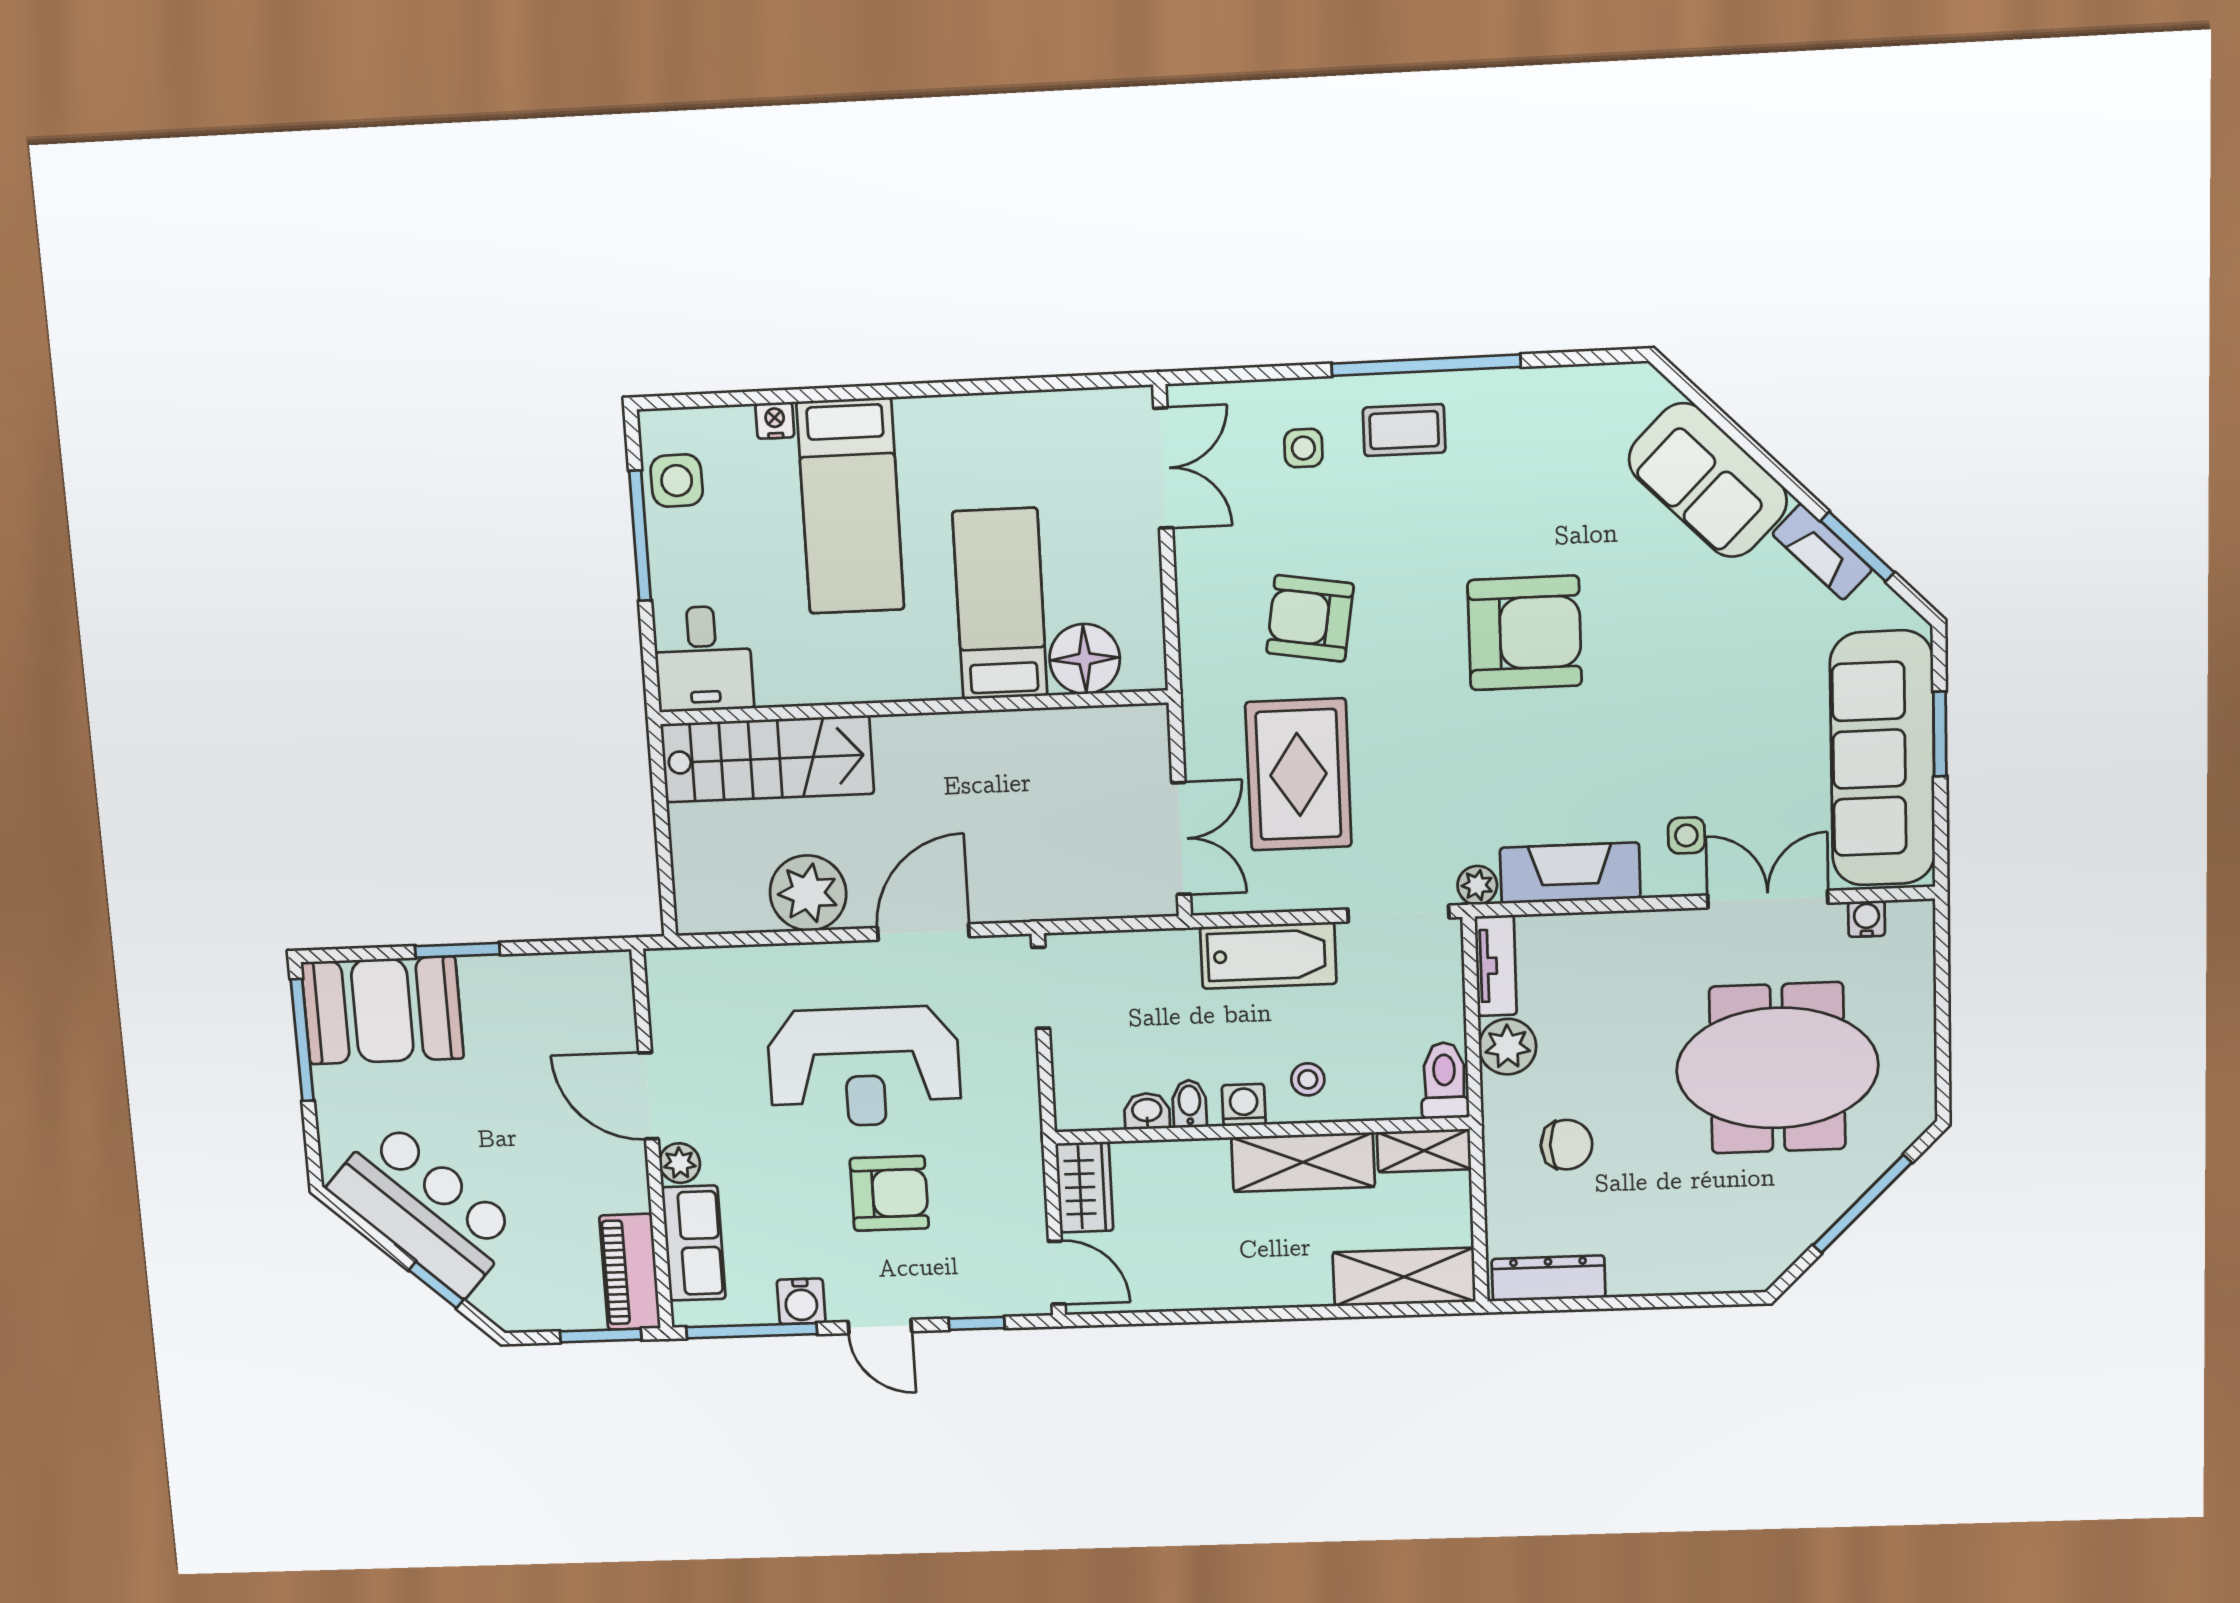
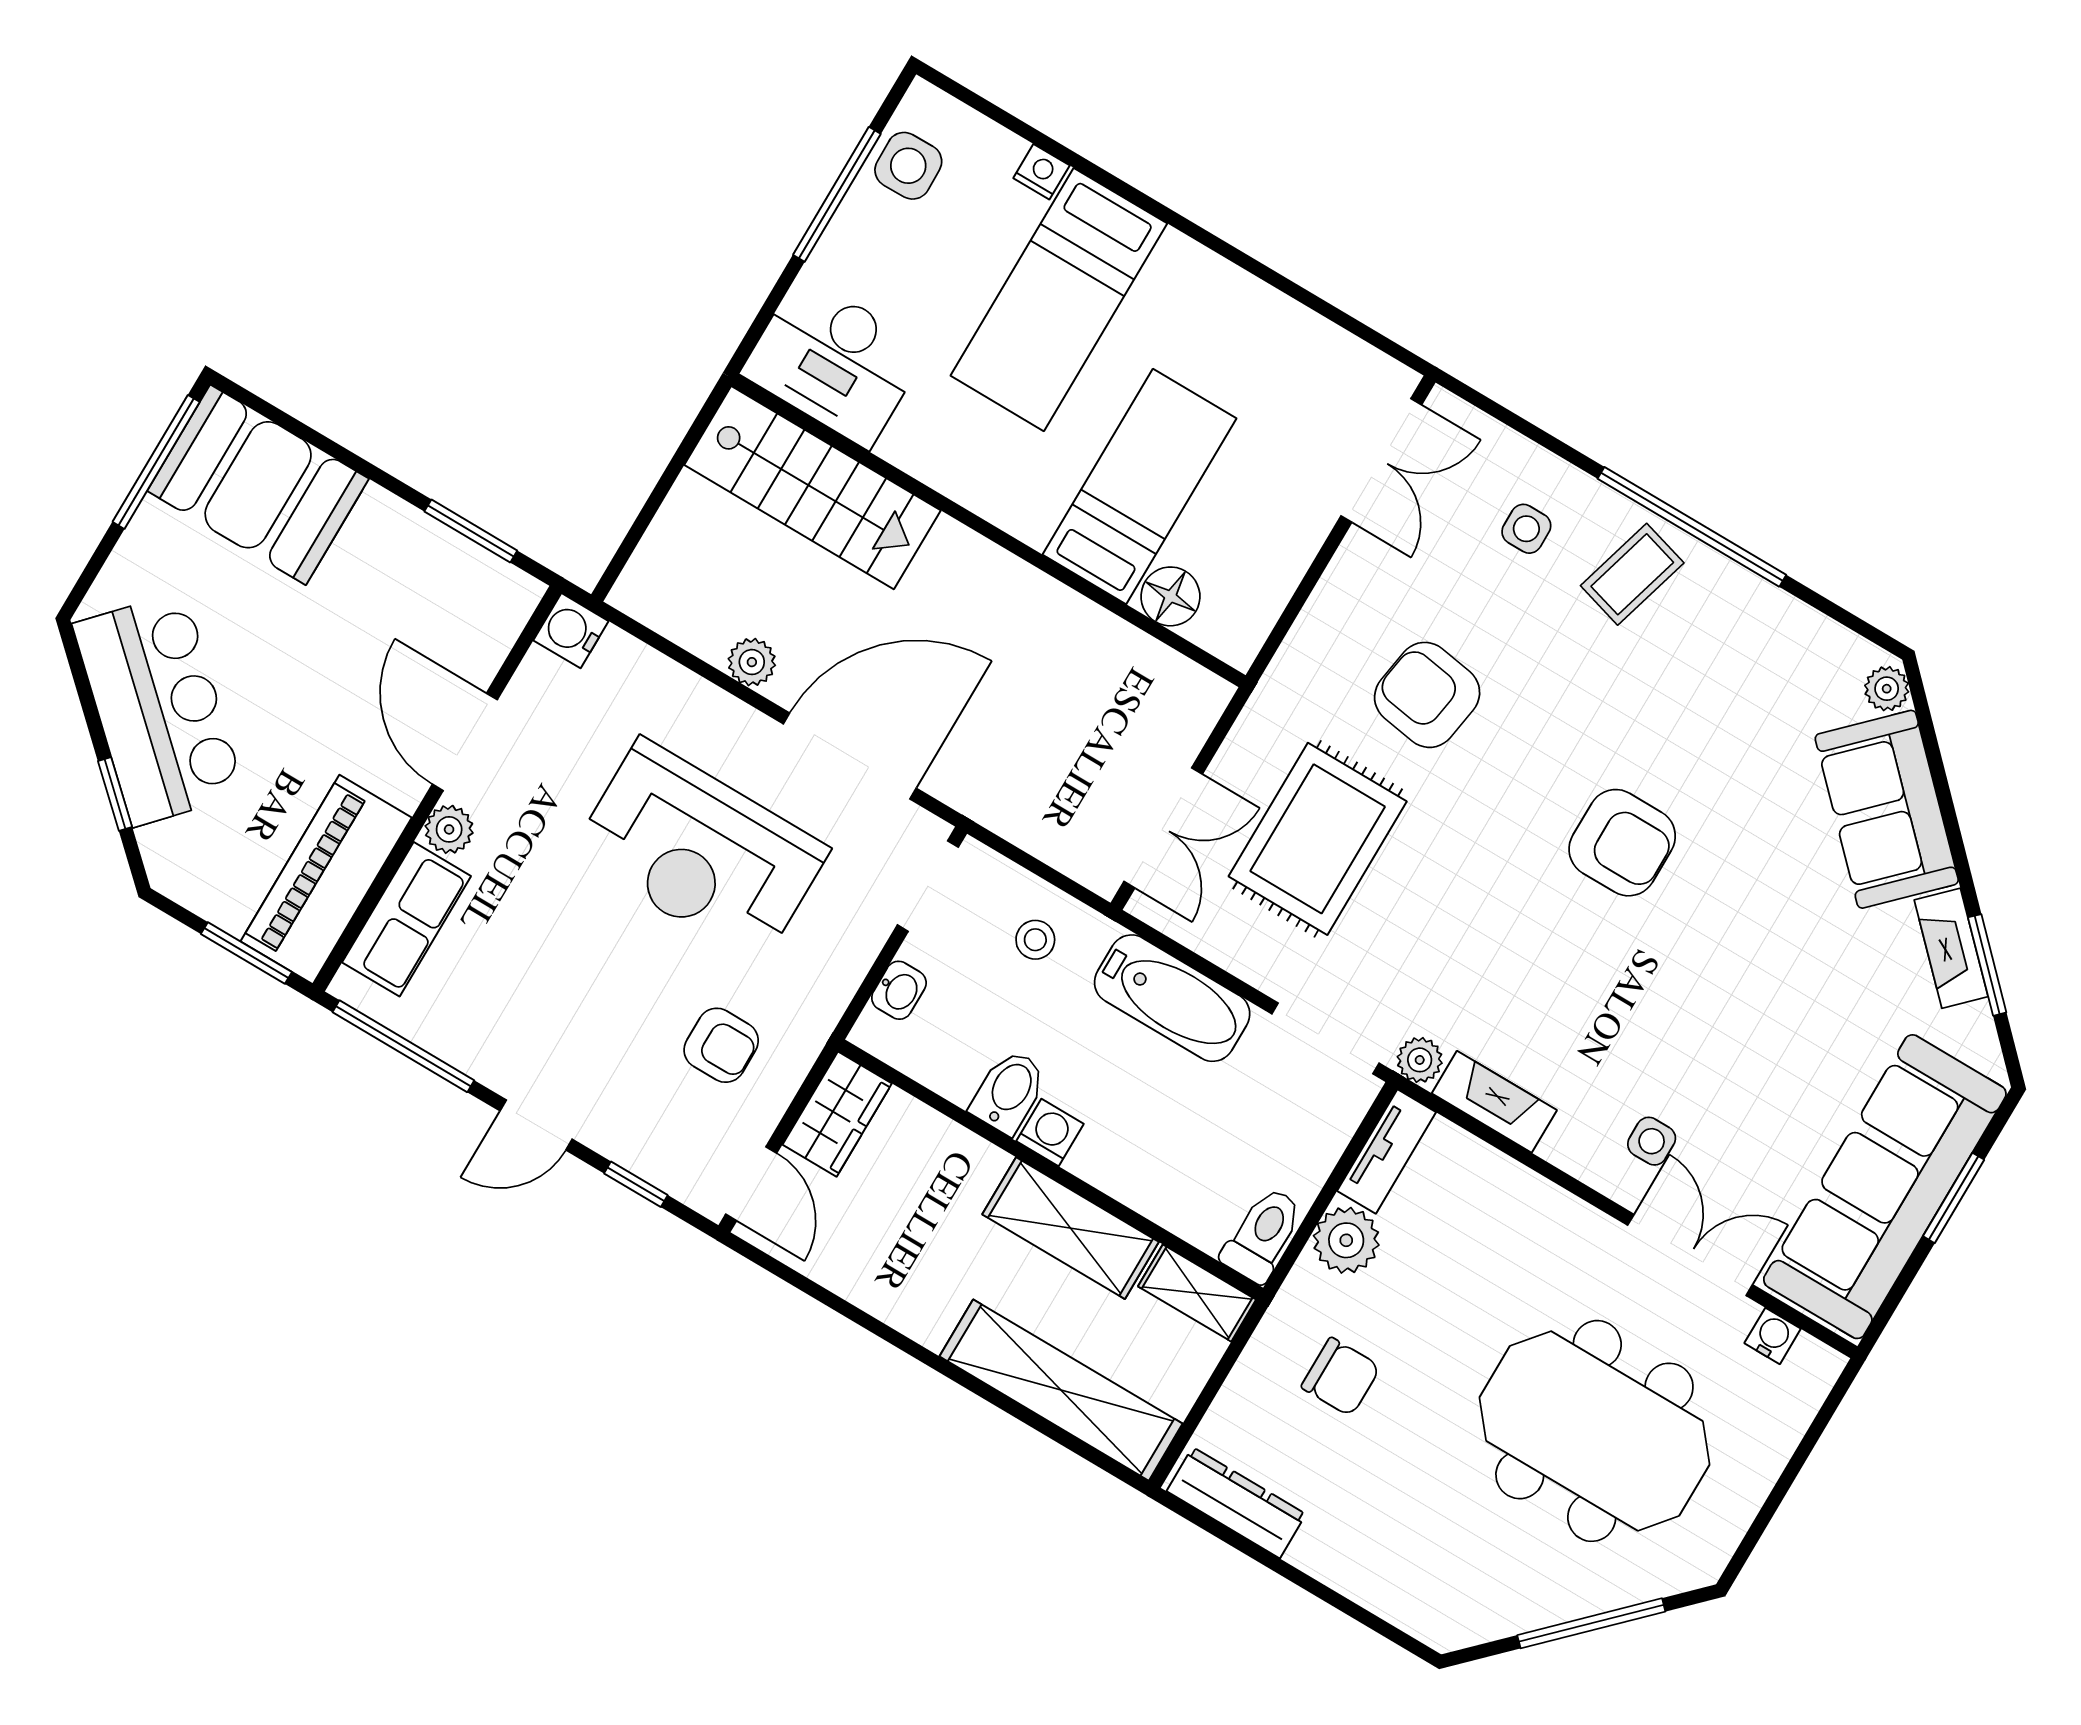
plant: (1651, 390) -> (1887, 689), added
coffee table: (1404, 430) -> (1632, 574), turned -74
armchair: (1525, 633) -> (1622, 843), width x0.73, depth x0.73
desk: (703, 659) -> (834, 361), width x1.37
floor lamp: (1085, 659) -> (1170, 596), width x0.73, depth x0.73
fireplace: (1570, 873) -> (1494, 1102), width x0.73, depth x0.76
plant: (808, 893) -> (752, 662), width x0.53, depth x0.53
door: (923, 932) -> (850, 756), width x1.36
window: (457, 950) -> (471, 531), moved
stool: (1308, 1079) -> (1035, 940), moved
bidet: (1189, 1104) -> (1009, 1092), width x1.38, depth x1.36
washbasin: (1147, 1111) -> (899, 990), moved, turned 90
armchair: (889, 1193) -> (721, 1045), moved, width x0.72, depth x0.72
piano: (630, 1272) -> (326, 880), width x1.37, depth x1.33
shelving: (1404, 1277) -> (1061, 1390), width x1.47
water cooler: (801, 1301) -> (571, 631), moved, turned 90
door: (880, 1327) -> (536, 1125), hinge flipped

